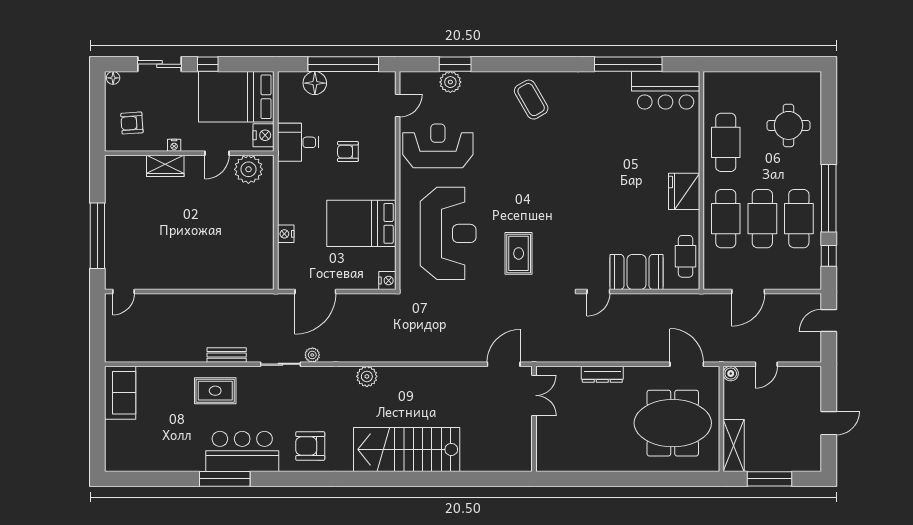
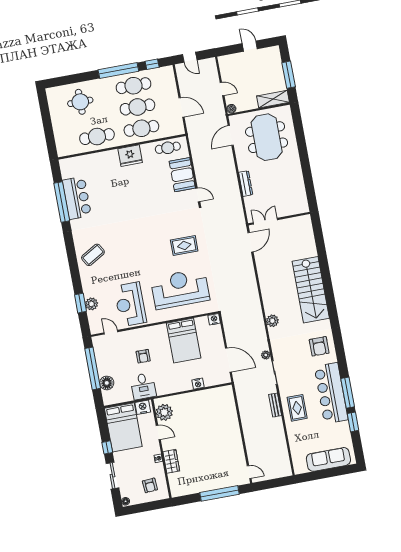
bar counter: (666, 90) -> (77, 198), moved
door: (504, 364) -> (250, 242), swing flipped
sofa: (120, 393) -> (328, 459), moved, width x1.36
bar counter: (242, 451) -> (331, 393), width x1.36
window: (175, 479) -> (353, 422), added

